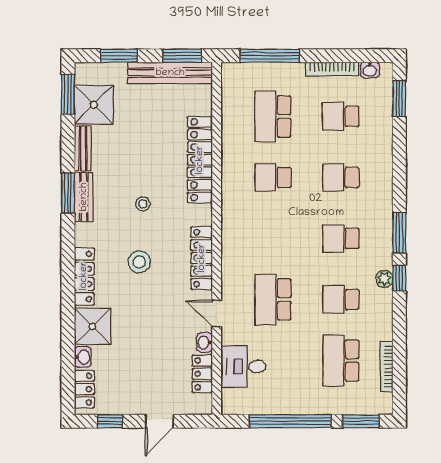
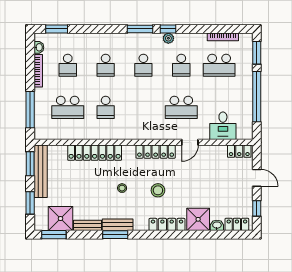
washbasin: (205, 342) -> (208, 150), removed
locker: (202, 374) -> (239, 151), moved

